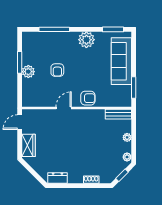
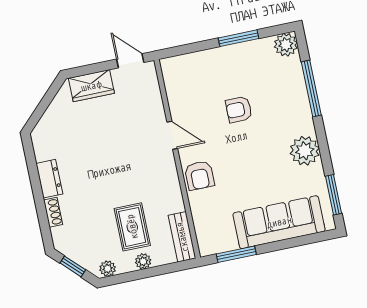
plant: (28, 72) -> (286, 45), moved
rug: (108, 139) -> (132, 227), added
dresser: (57, 178) -> (49, 179), moved

